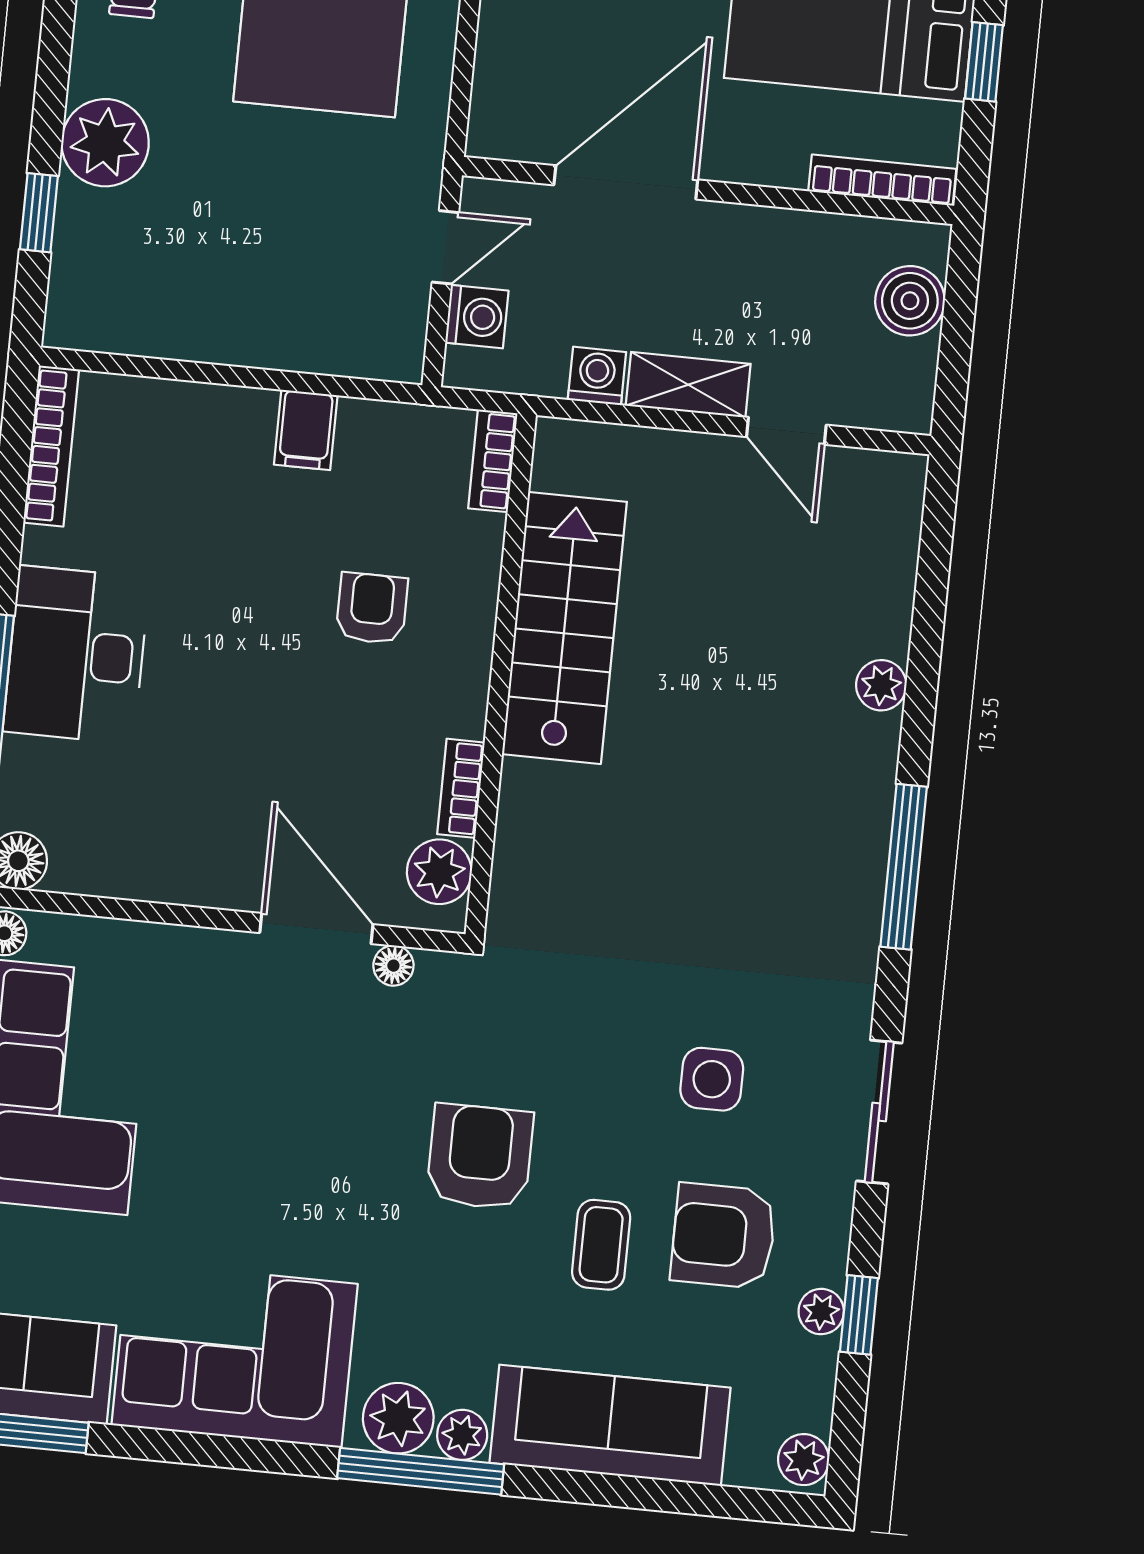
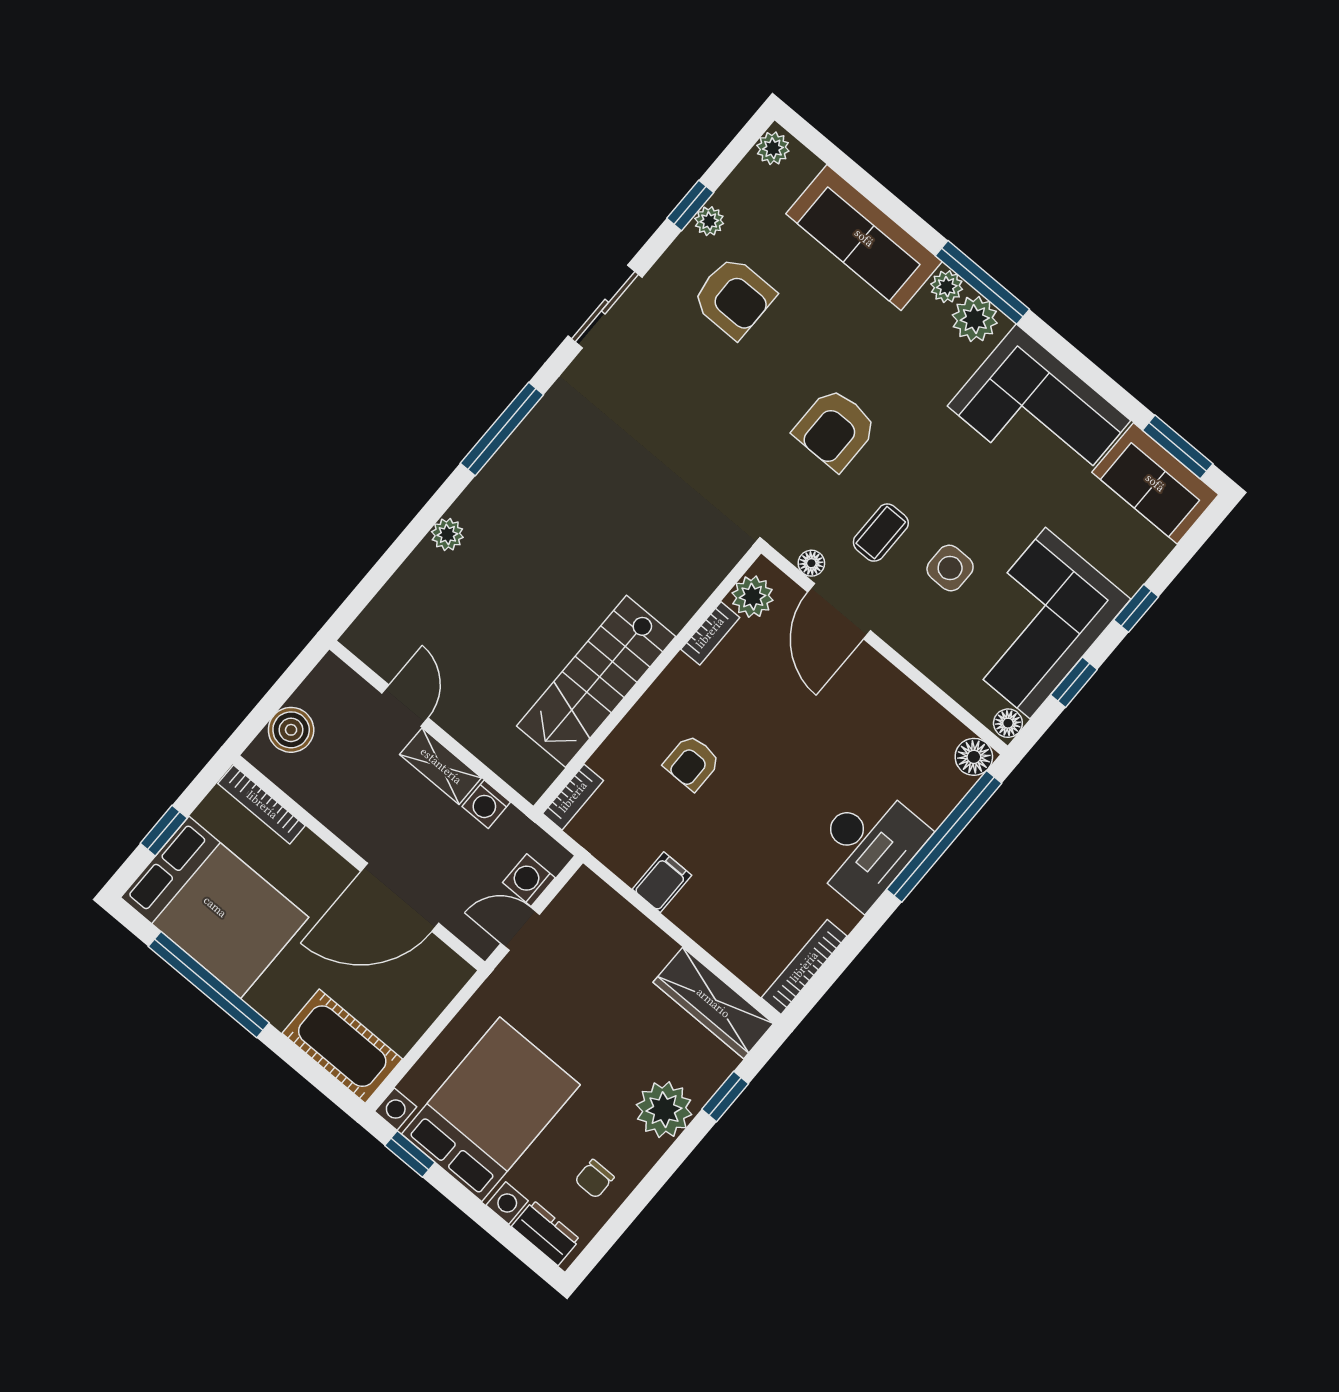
wardrobe: (135, 321) -> (713, 1003), added
side table: (712, 1079) -> (950, 568), moved
coffee table: (601, 1245) -> (881, 533), moved

